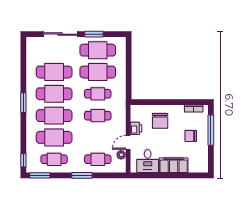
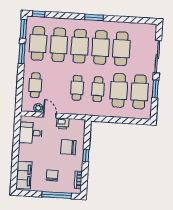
window: (168, 102) -> (86, 156), added
cafe table: (54, 159) -> (38, 43), width x1.37, depth x1.35
filing cabinet: (174, 165) -> (24, 175), moved
window: (82, 175) -> (22, 54), moved

